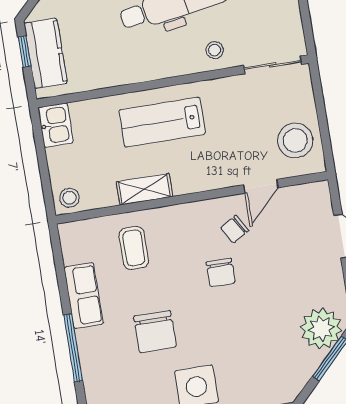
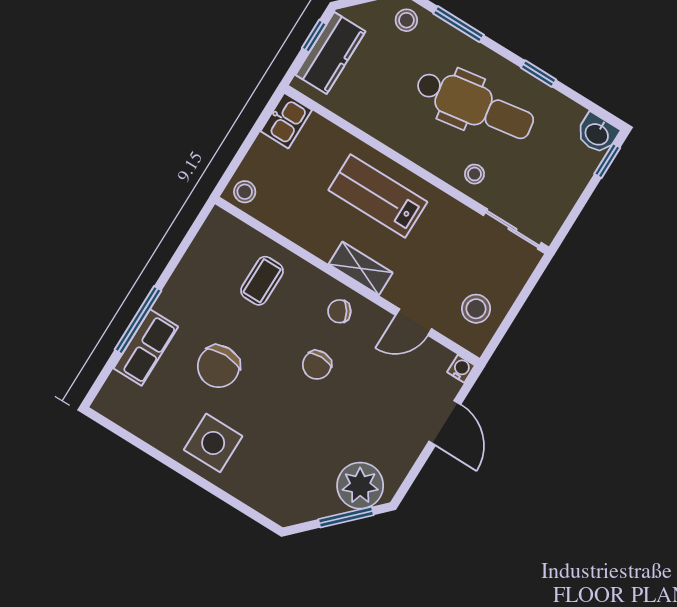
stool: (295, 140) -> (476, 309), width x0.73, depth x0.73
shelving: (144, 189) -> (361, 268), moved
water cooler: (321, 190) -> (461, 369), added
chair: (235, 229) -> (339, 311), moved
row of seats: (84, 295) -> (146, 348), moved

